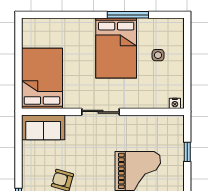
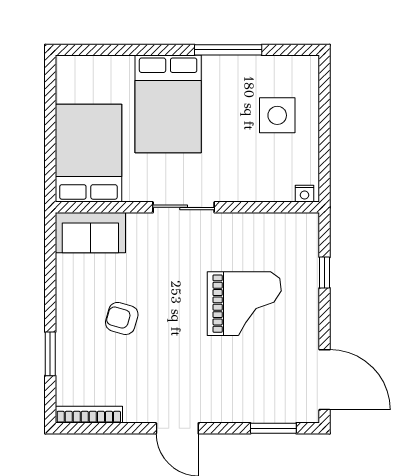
bed: (116, 48) -> (168, 104), moved
side table: (158, 55) -> (277, 115), width x1.87, depth x1.87

